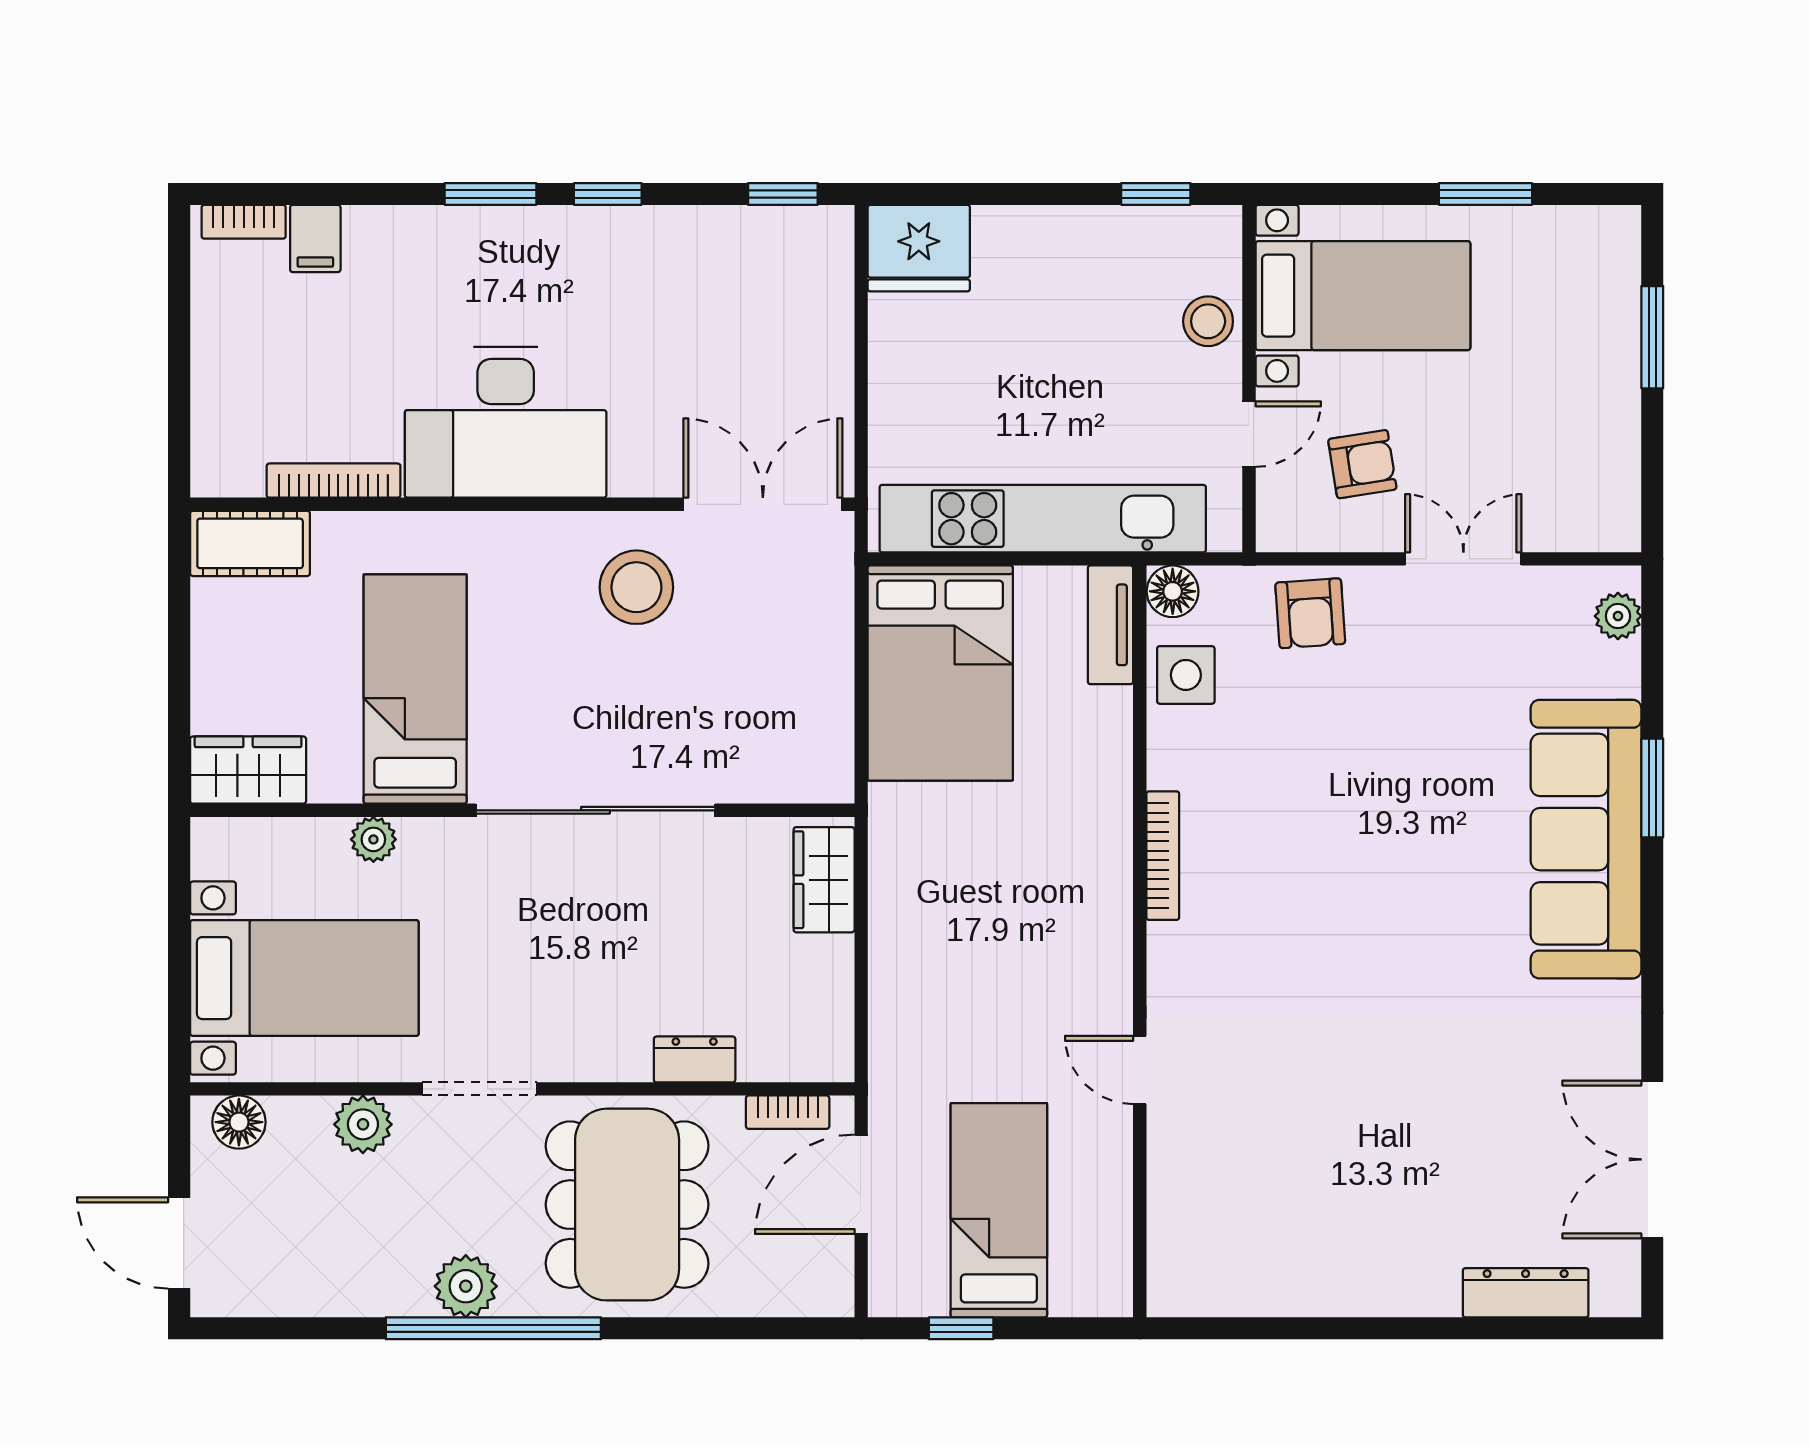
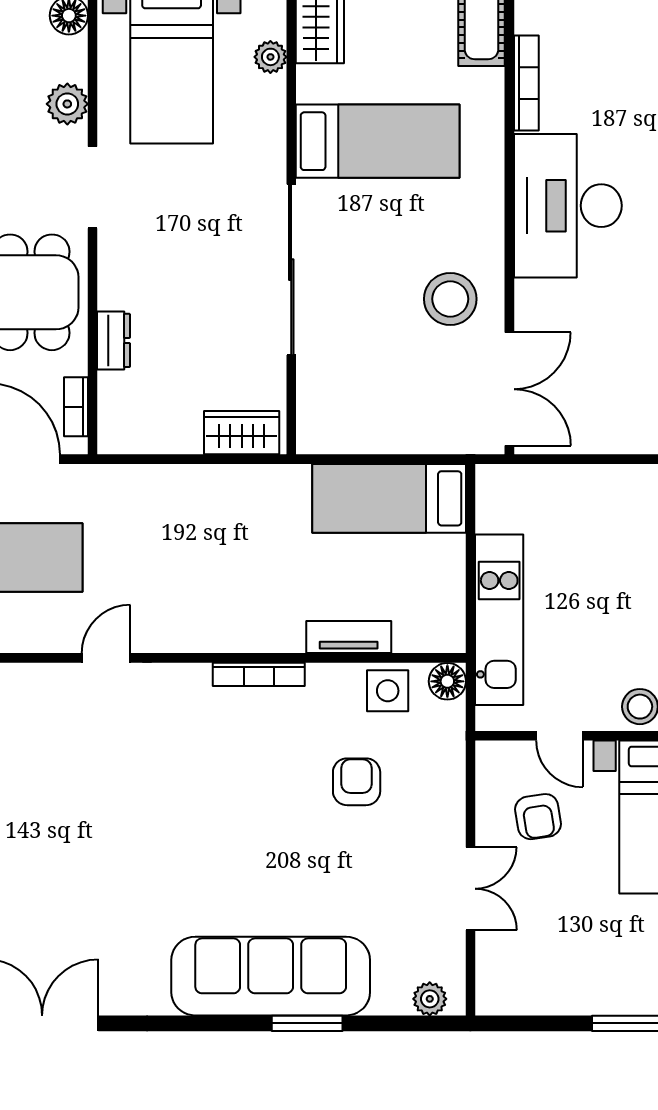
kitchen unit: (1043, 519) -> (499, 620), width x0.73
armchair: (1310, 613) -> (357, 782), moved, turned 94
tv unit: (1111, 625) -> (349, 637), moved
bed: (940, 673) -> (389, 498), width x0.67
plant: (373, 839) -> (270, 57), moved

